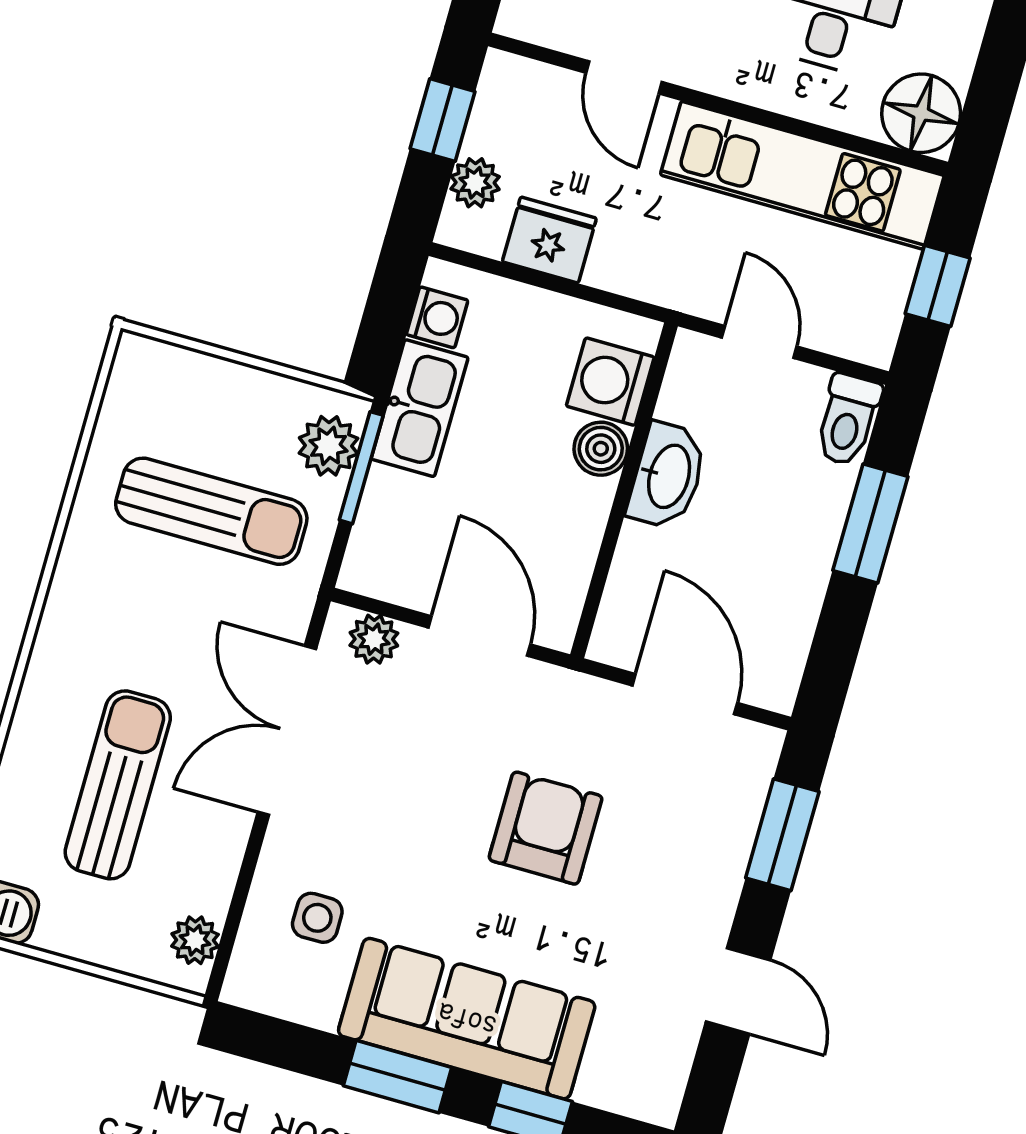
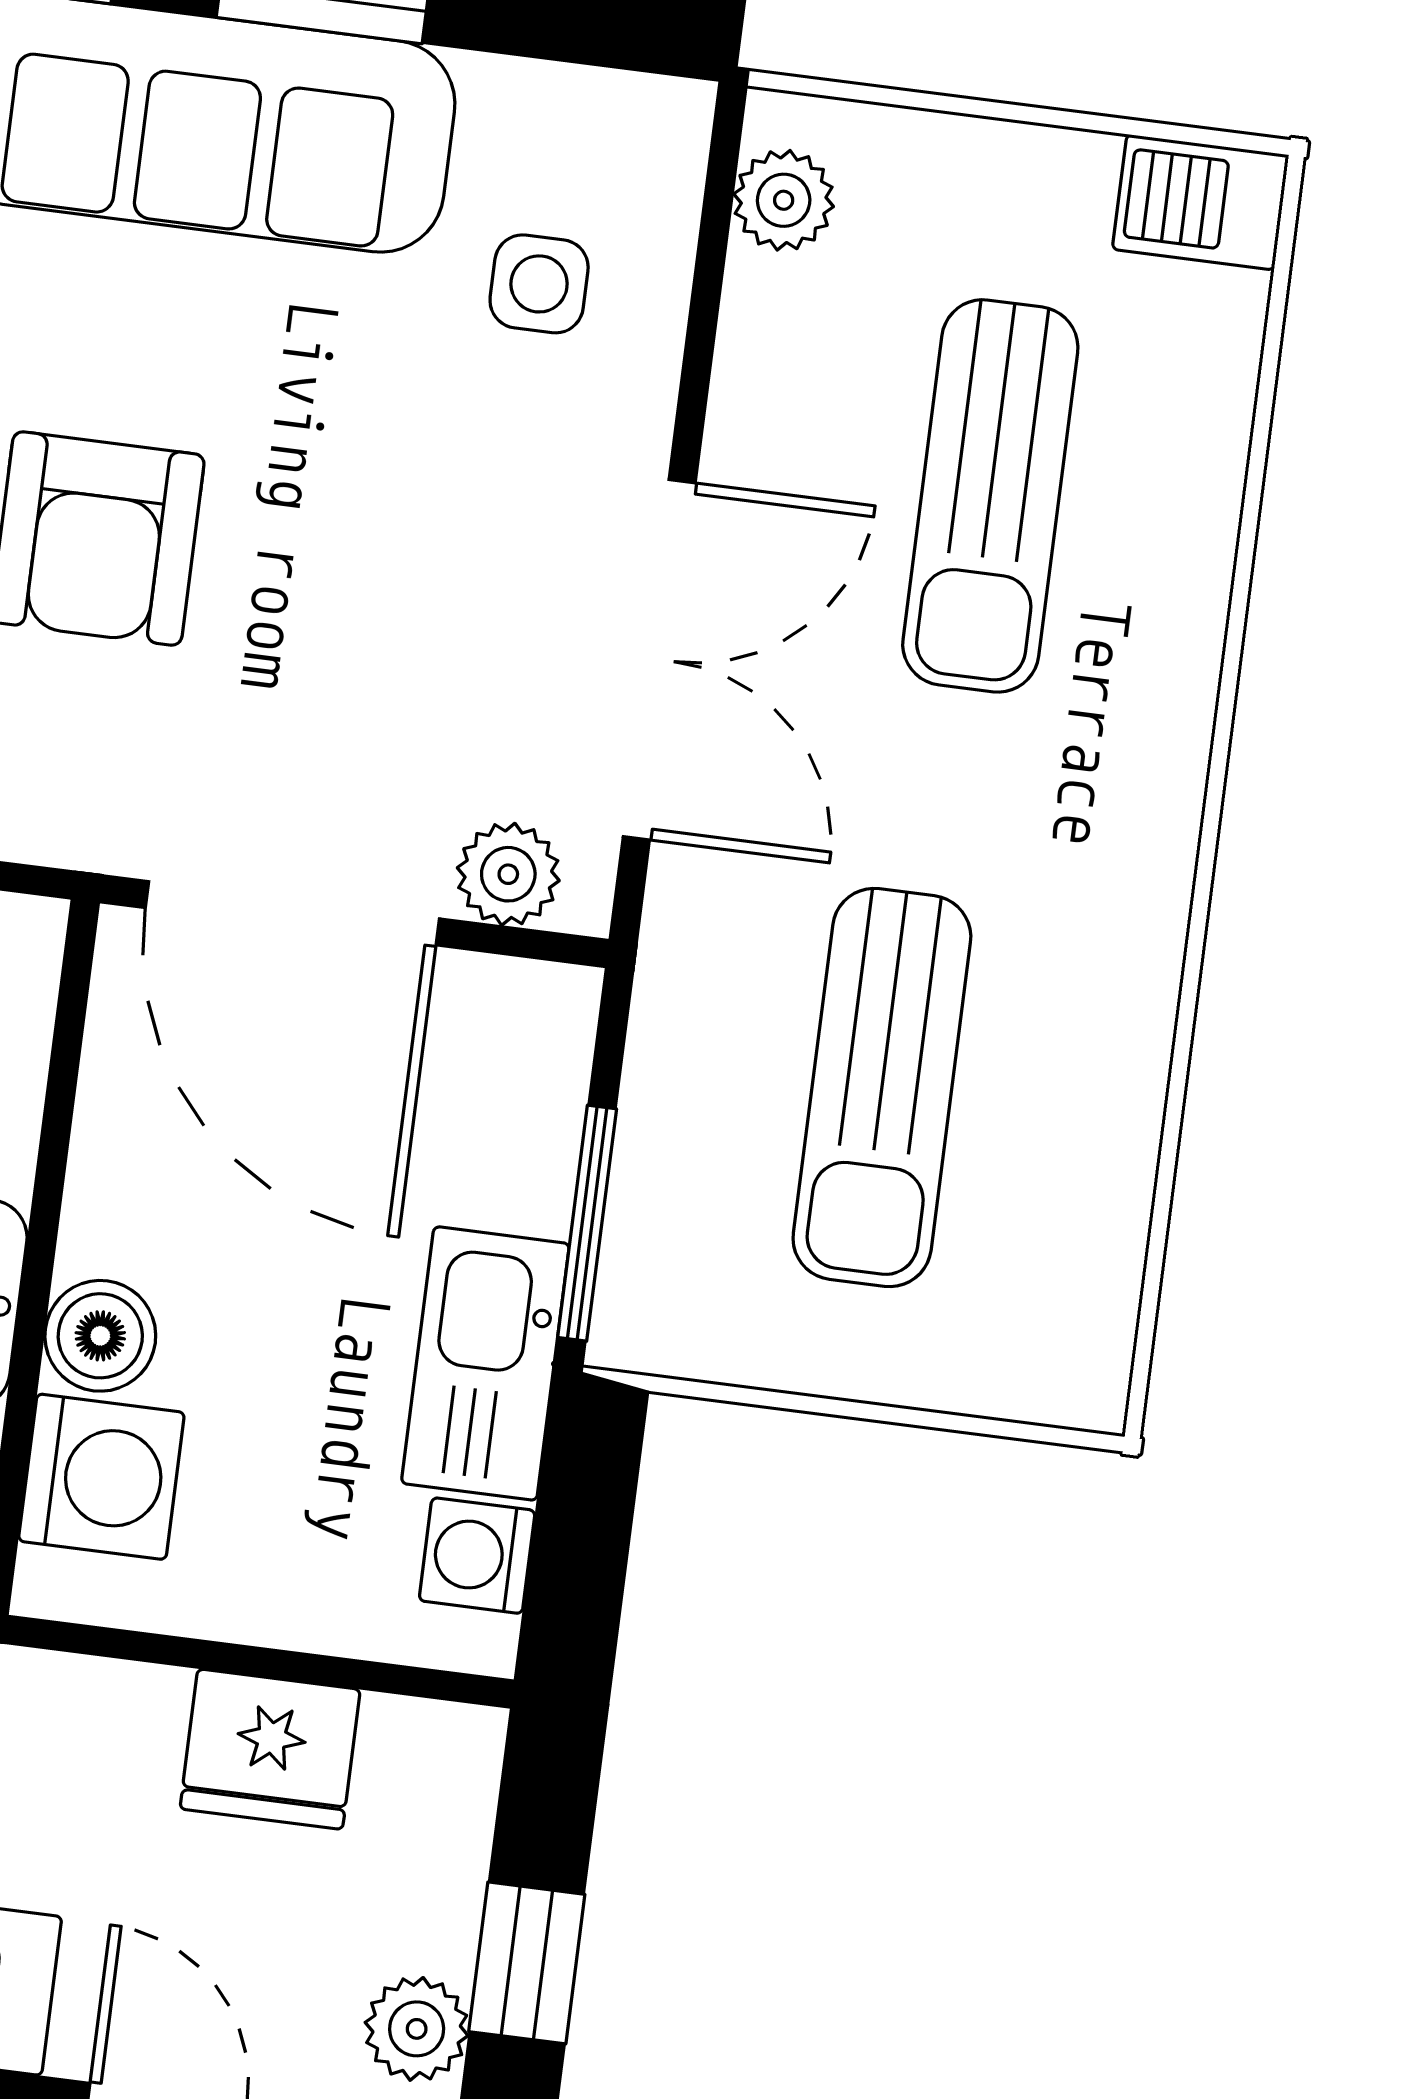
plant: (475, 183) -> (417, 2029), moved
plant: (329, 446) -> (661, 1258), removed
sun lounger: (211, 511) -> (882, 1088), turned -90
door: (479, 636) -> (292, 913), width x1.36

